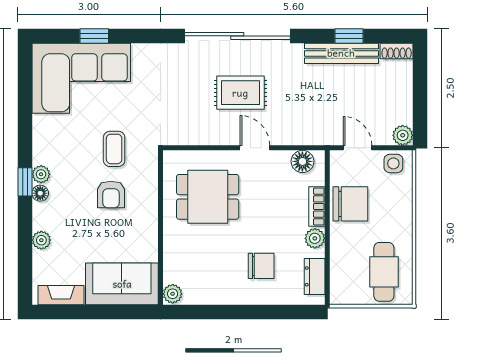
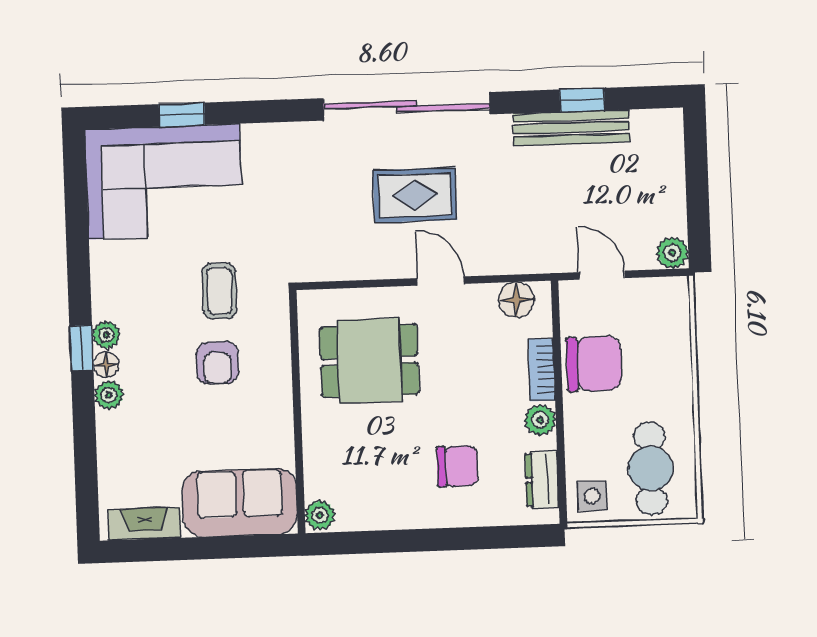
shoe rack: (397, 51) -> (658, 121), removed
side table: (393, 163) -> (592, 496), moved
plant: (41, 240) -> (109, 395), moved

